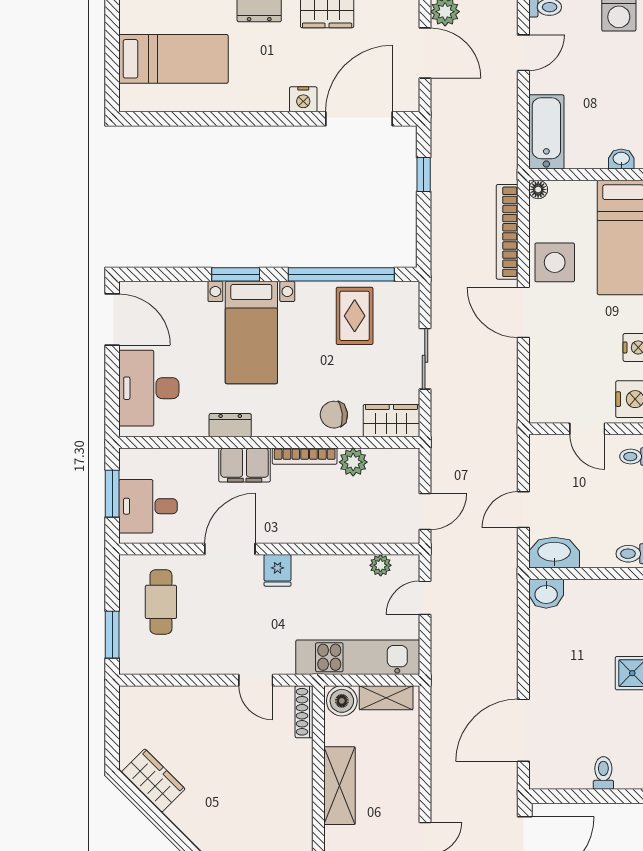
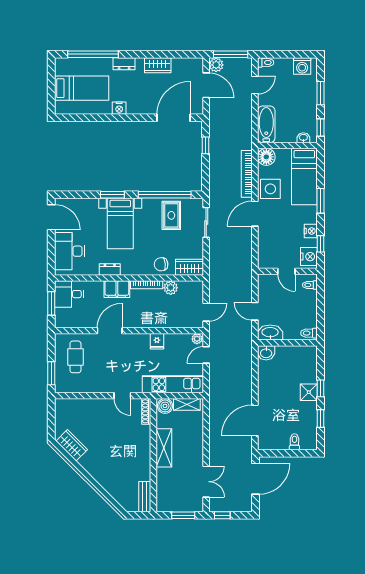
nightstand: (303, 99) -> (119, 108), moved
floor lamp: (538, 189) -> (266, 157), width x1.89, depth x1.89
door: (523, 312) -> (255, 214), hinge flipped
sliding door: (425, 359) -> (206, 222), moved
desk: (148, 506) -> (69, 294), moved
door: (523, 510) -> (255, 311), hinge flipped
plant: (381, 565) -> (197, 339), moved
fridge: (278, 570) -> (157, 341), moved

